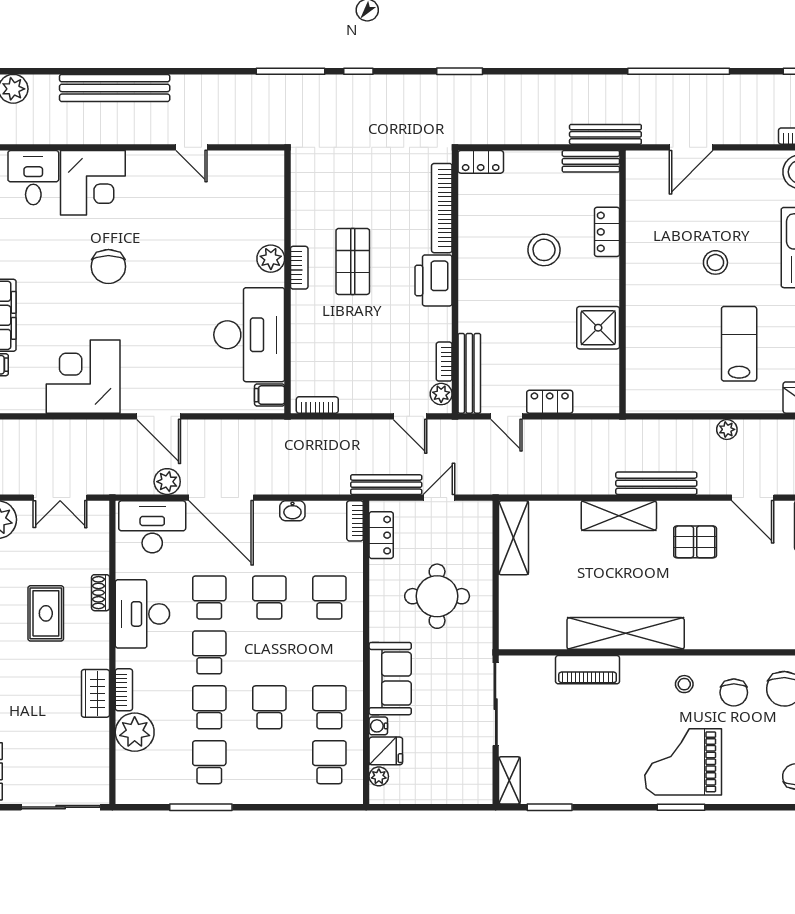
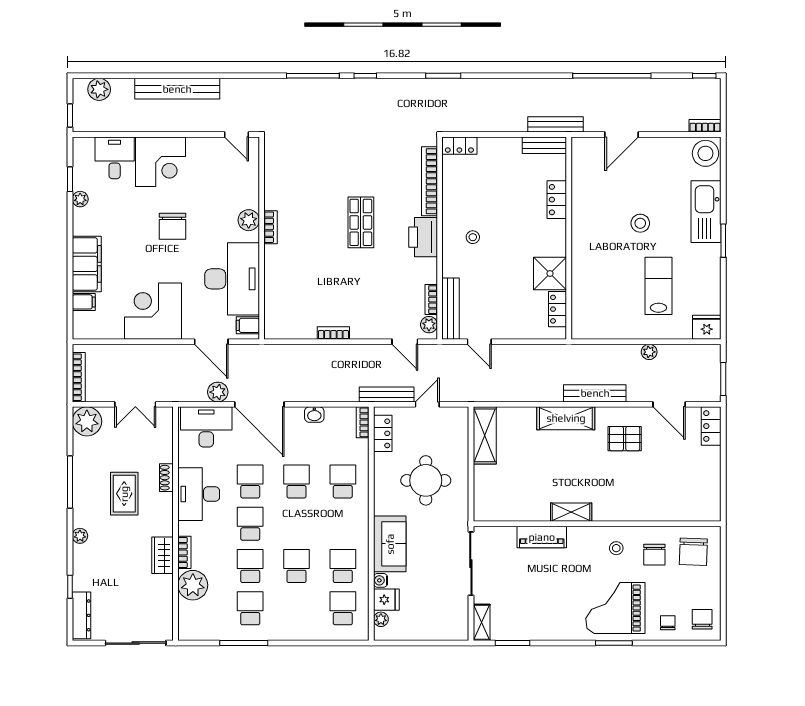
stool: (544, 250) -> (473, 237), moved, width x0.53, depth x0.53
plant: (271, 259) -> (249, 220), moved
bookcase: (299, 268) -> (271, 227), moved
wall: (288, 282) -> (262, 238), moved
desk: (249, 335) -> (232, 279), moved
filing cabinet: (270, 395) -> (248, 325), moved
locker: (550, 402) -> (557, 309), moved, turned -90
shelving: (626, 633) -> (571, 512), width x0.45, depth x0.75
chair: (751, 781) -> (668, 623), added

